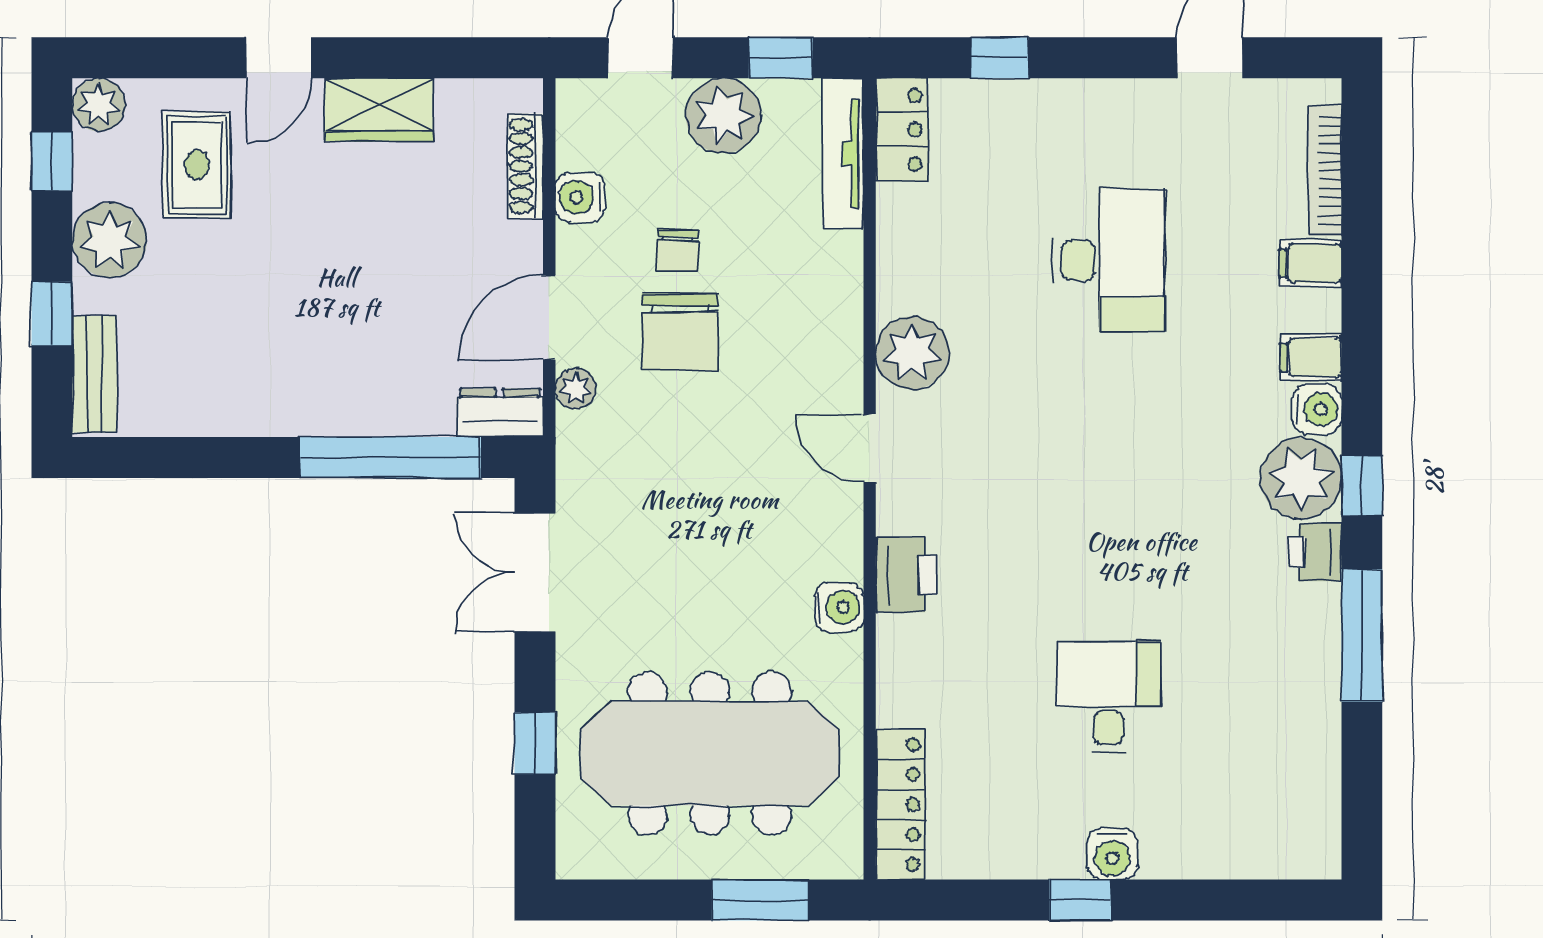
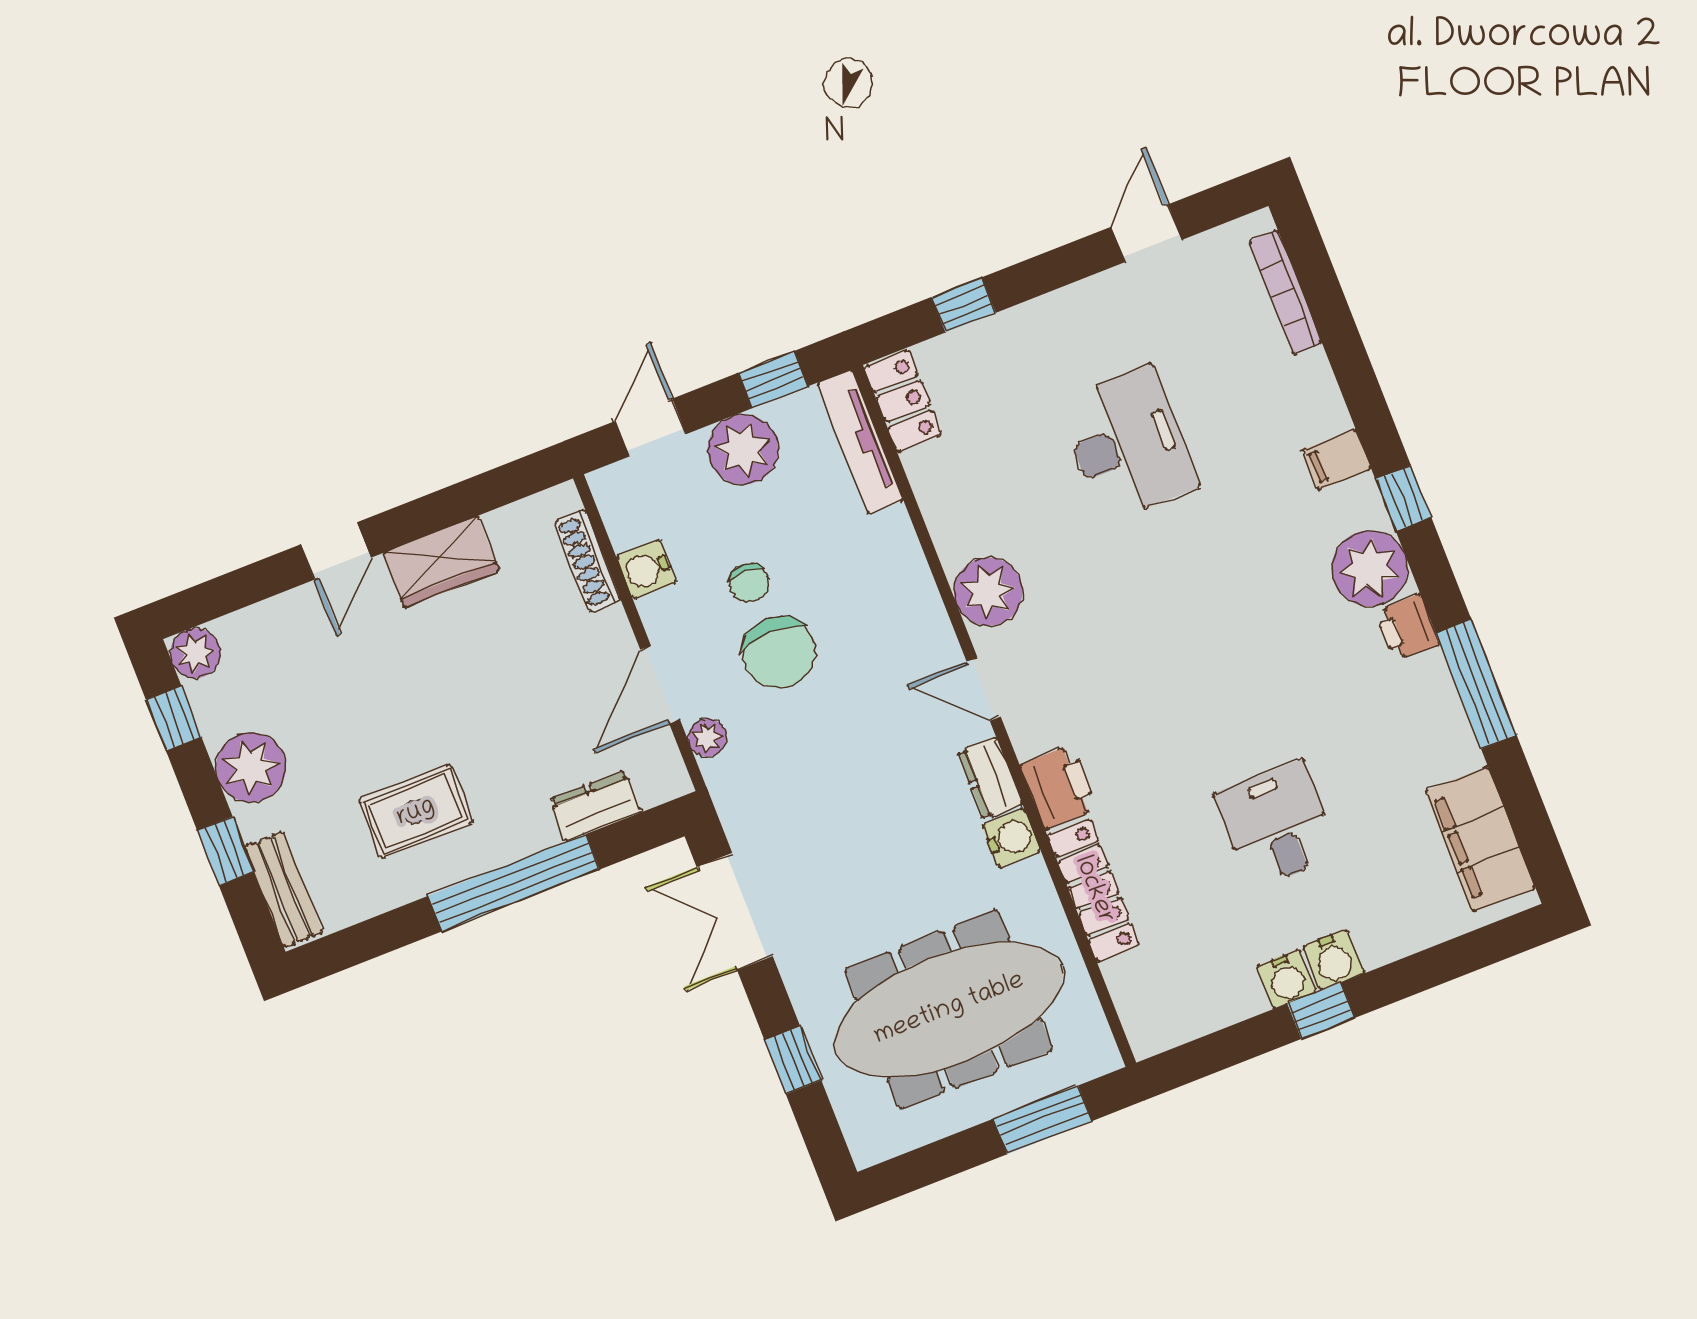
rug: (197, 165) -> (416, 812), moved, turned 90
filing cabinet: (1311, 263) -> (1480, 839), moved, width x3.00, depth x1.17
water cooler: (1317, 409) -> (1286, 979), moved, turned 90
dresser: (500, 413) -> (595, 806), moved
window: (390, 458) -> (514, 883), moved
window: (1362, 486) -> (1403, 498), moved
dresser: (841, 539) -> (990, 778), added
locker: (901, 805) -> (1094, 890), moved

